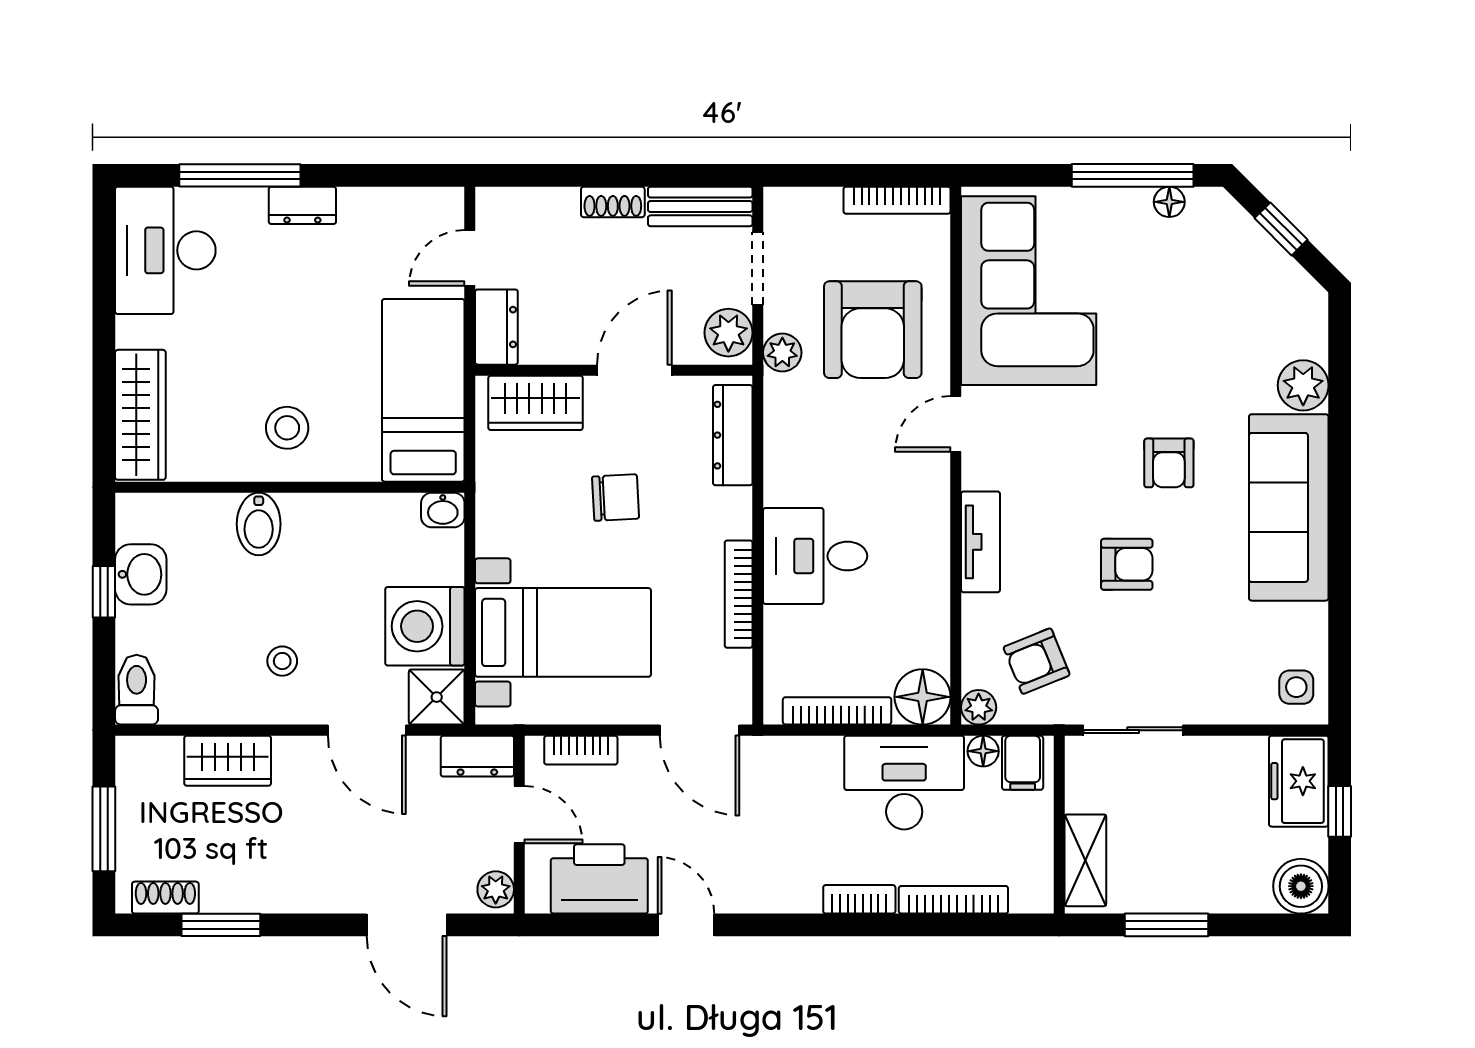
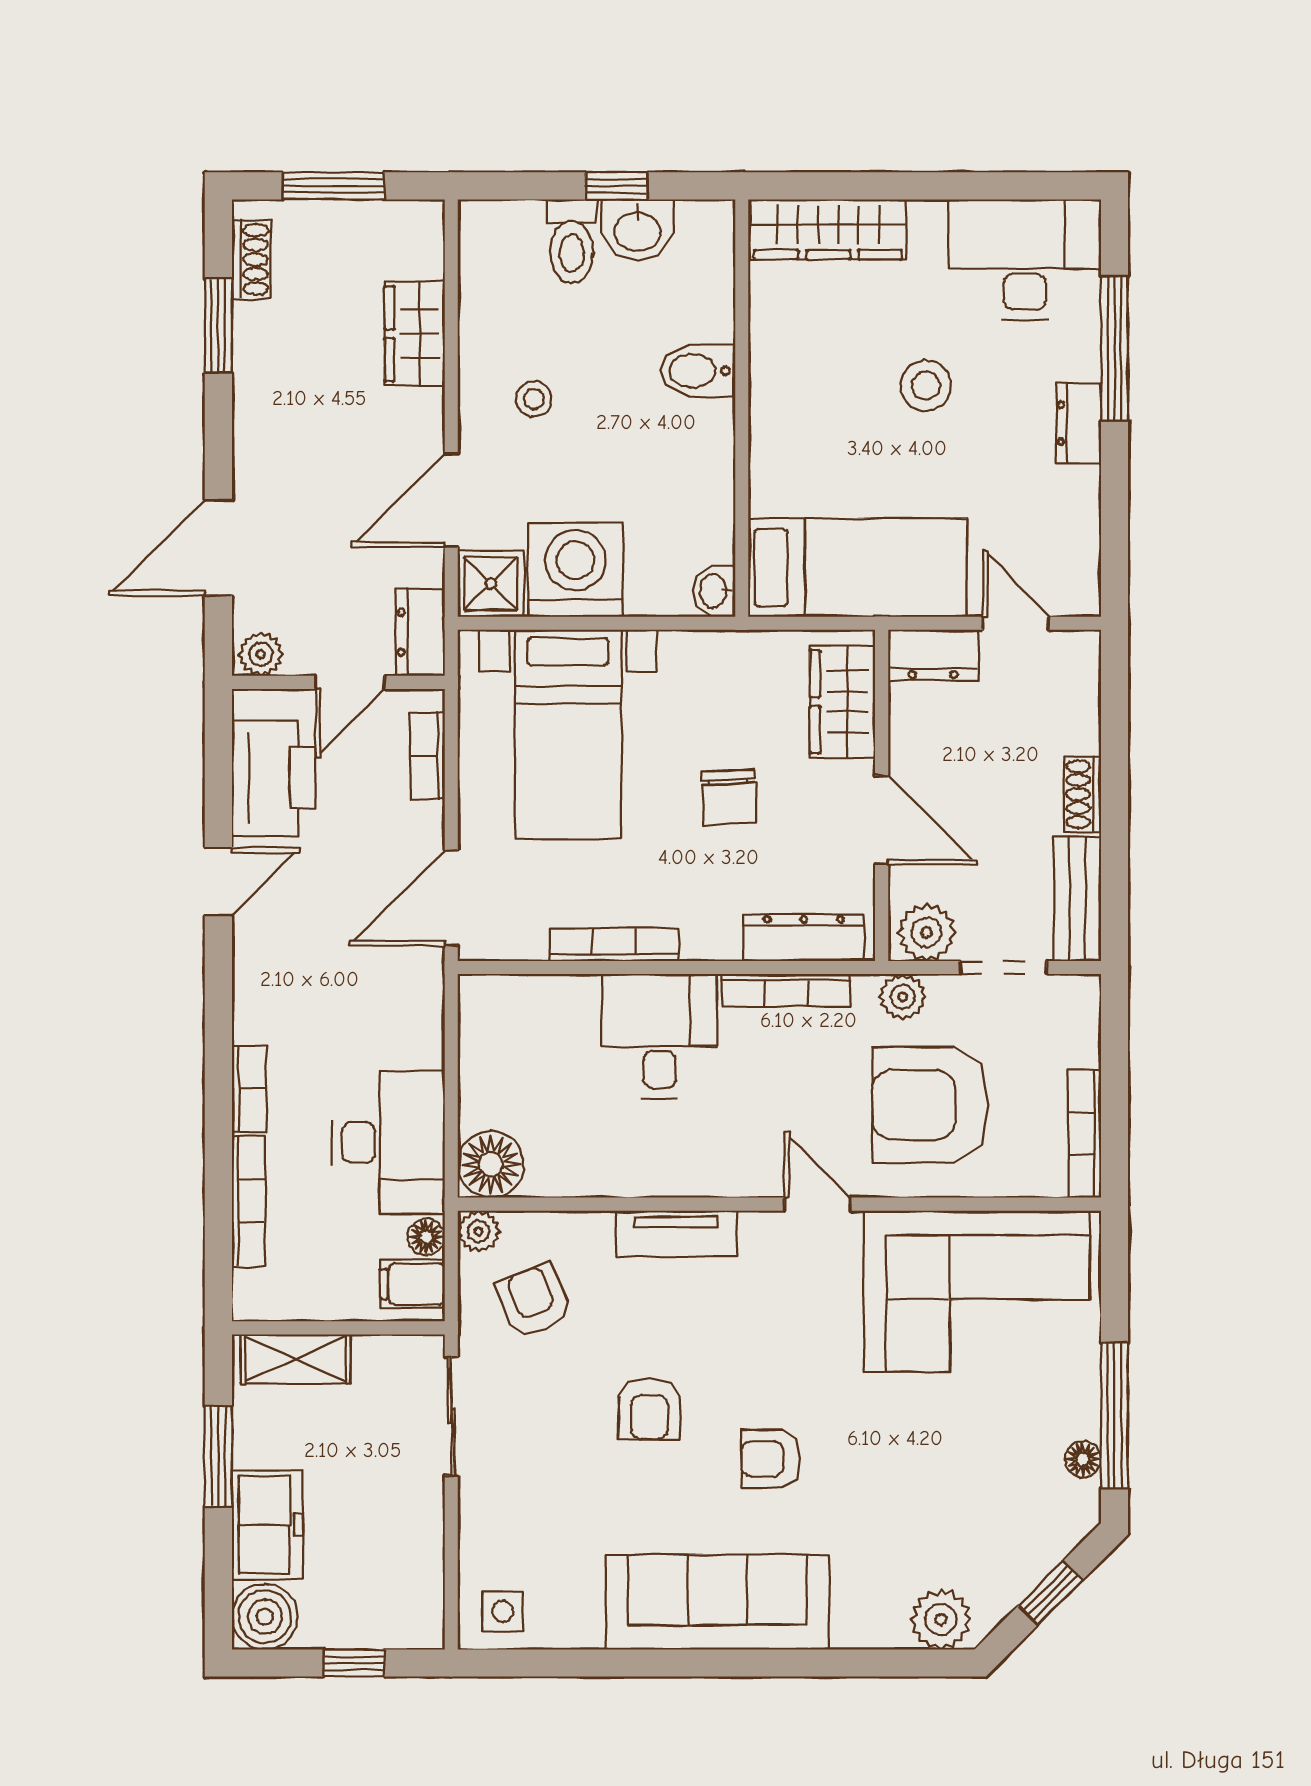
plant: (1303, 385) -> (941, 1619), moved
stool: (287, 428) -> (926, 386), moved
toilet: (137, 690) -> (572, 241), moved, turned 90
bookcase: (837, 711) -> (786, 990), moved, turned 90
freezer: (1299, 781) -> (267, 1525), moved, turned 90

